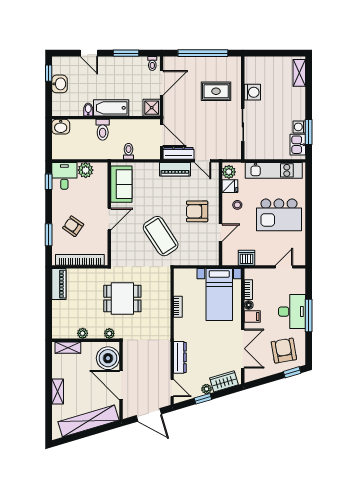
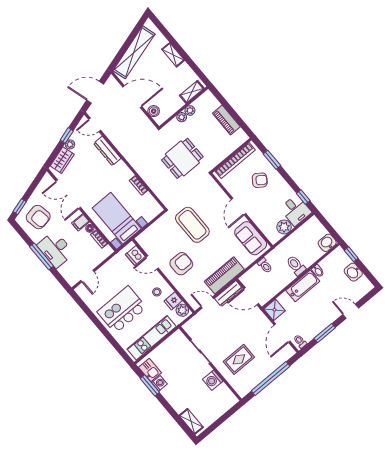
window: (49, 73) -> (351, 254), moved
piano: (175, 169) -> (224, 275), width x1.37, depth x1.33
door: (221, 233) -> (152, 263), hinge flipped
coffee table: (161, 236) -> (192, 225), turned 33
dishwasher: (247, 258) -> (135, 255), moved, turned 90
piano: (59, 284) -> (226, 120), moved
plant: (109, 333) -> (182, 117), moved
boiler: (108, 358) -> (154, 111), width x0.54, depth x0.54

